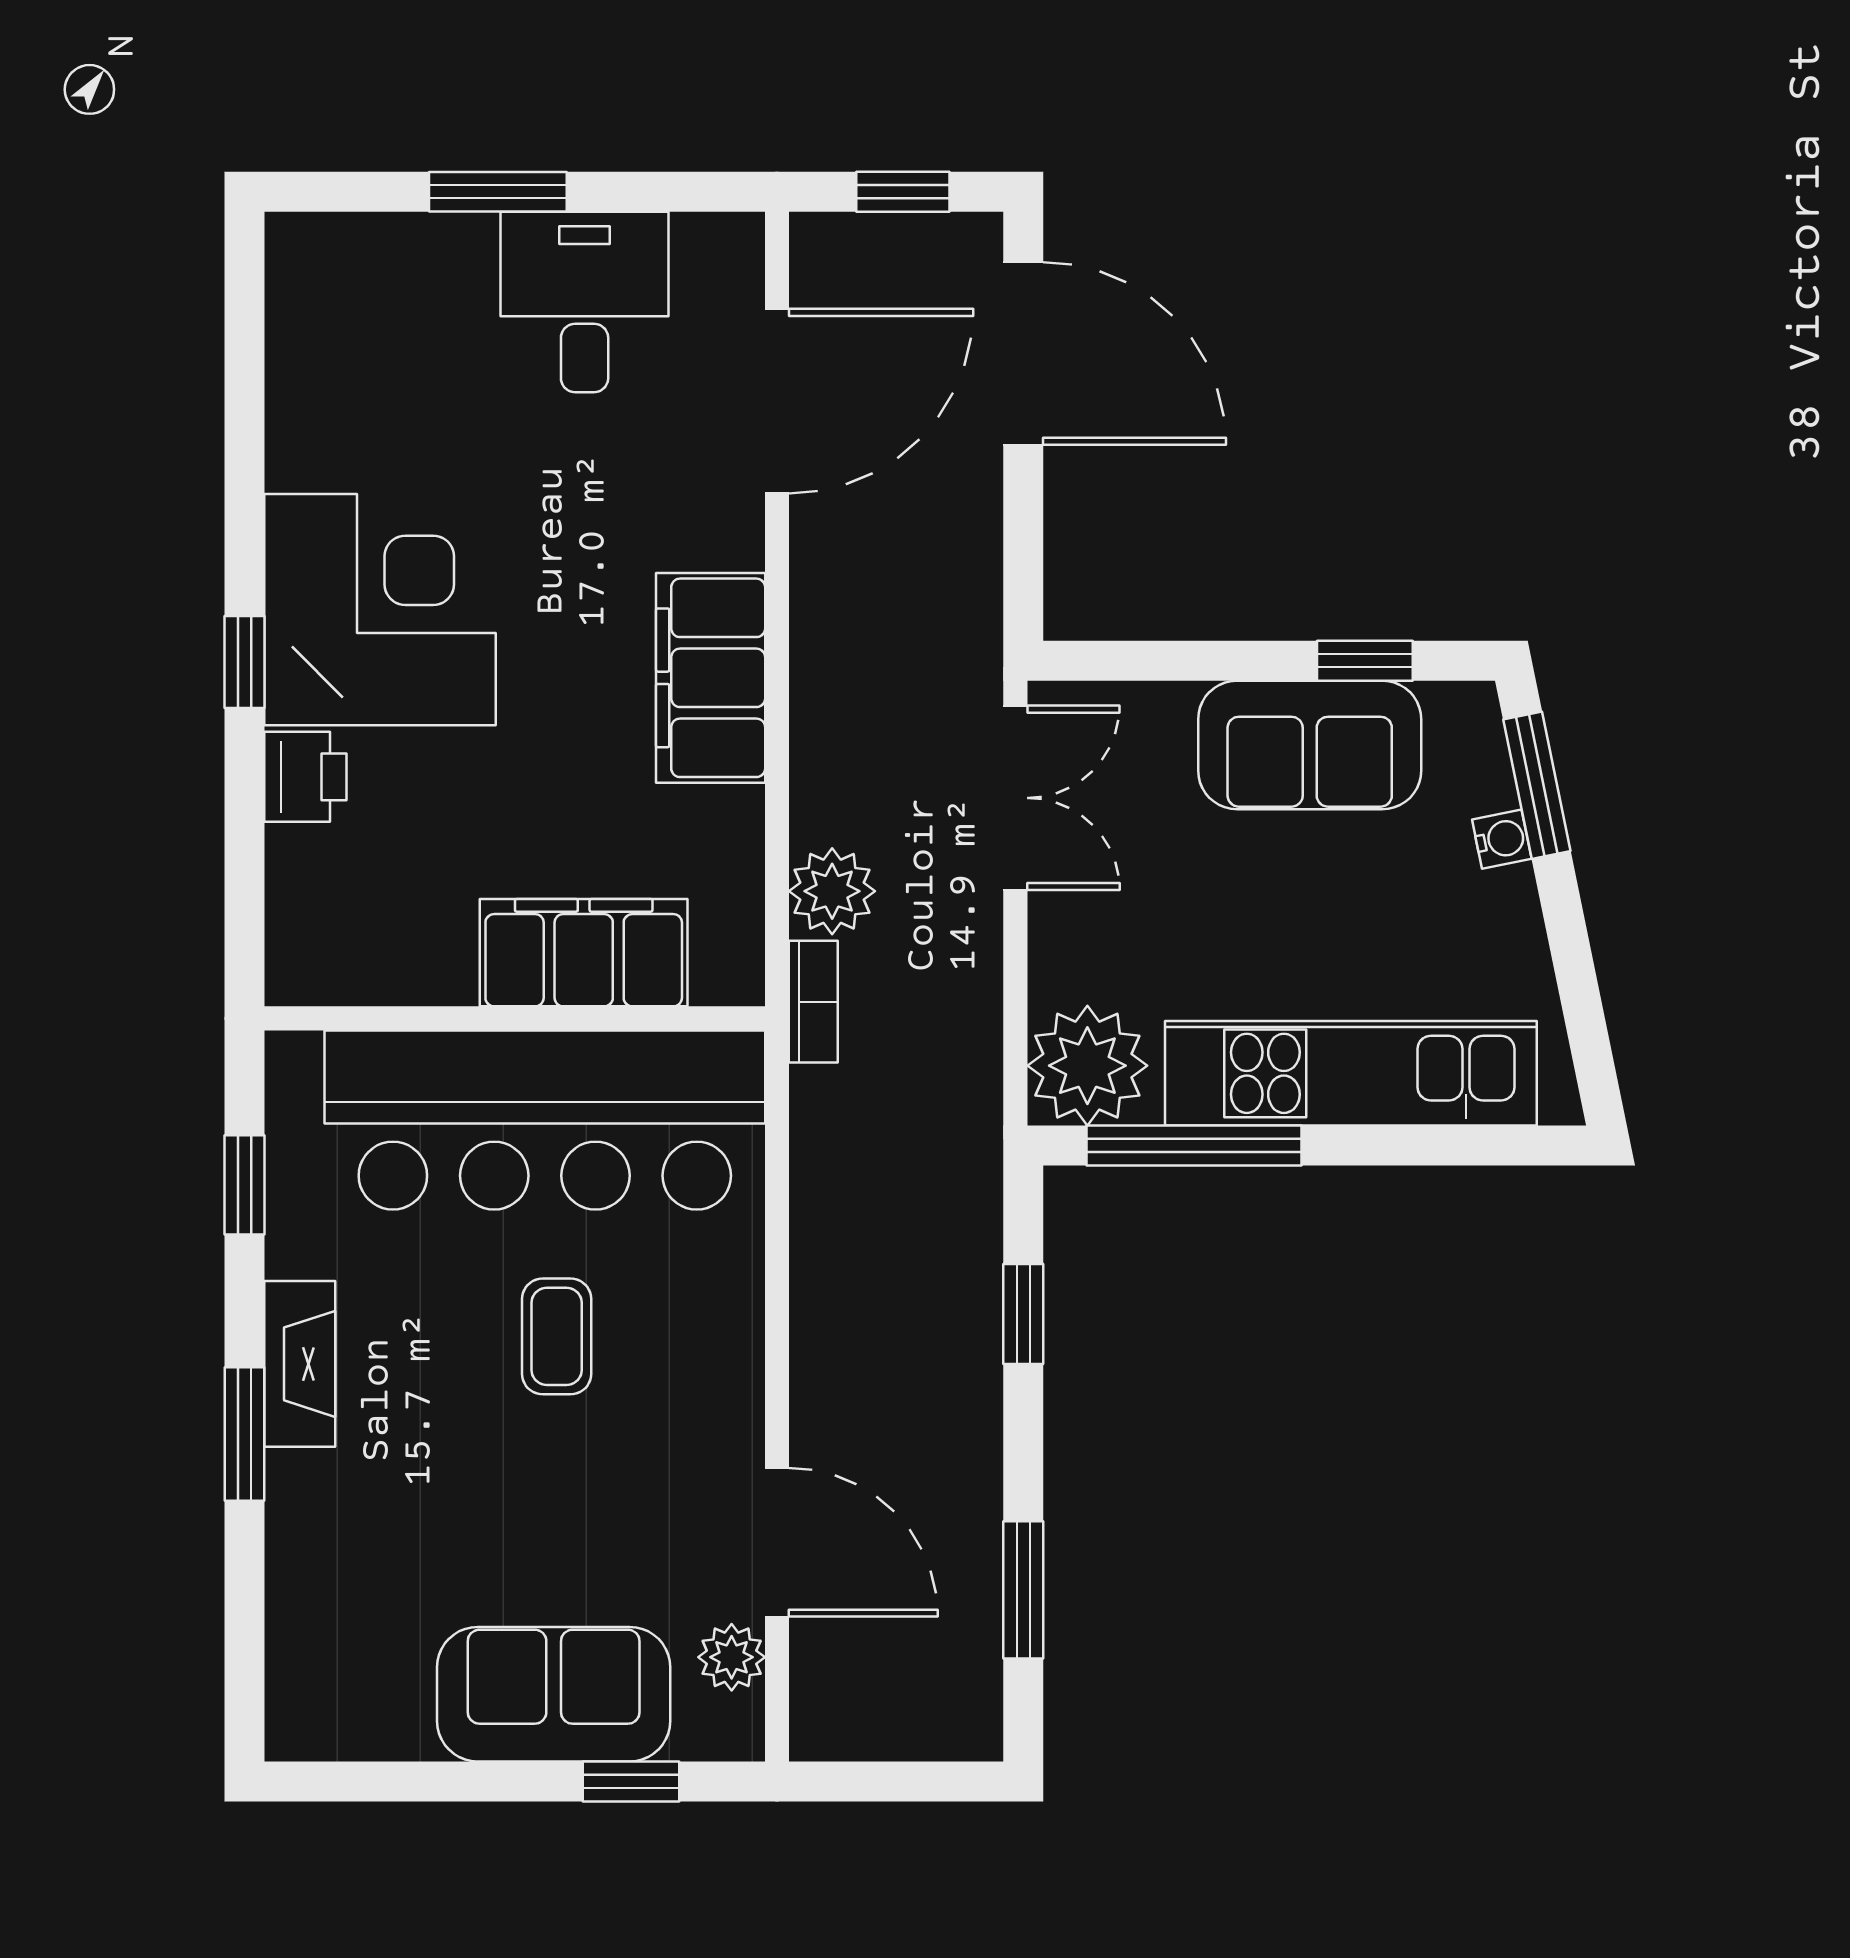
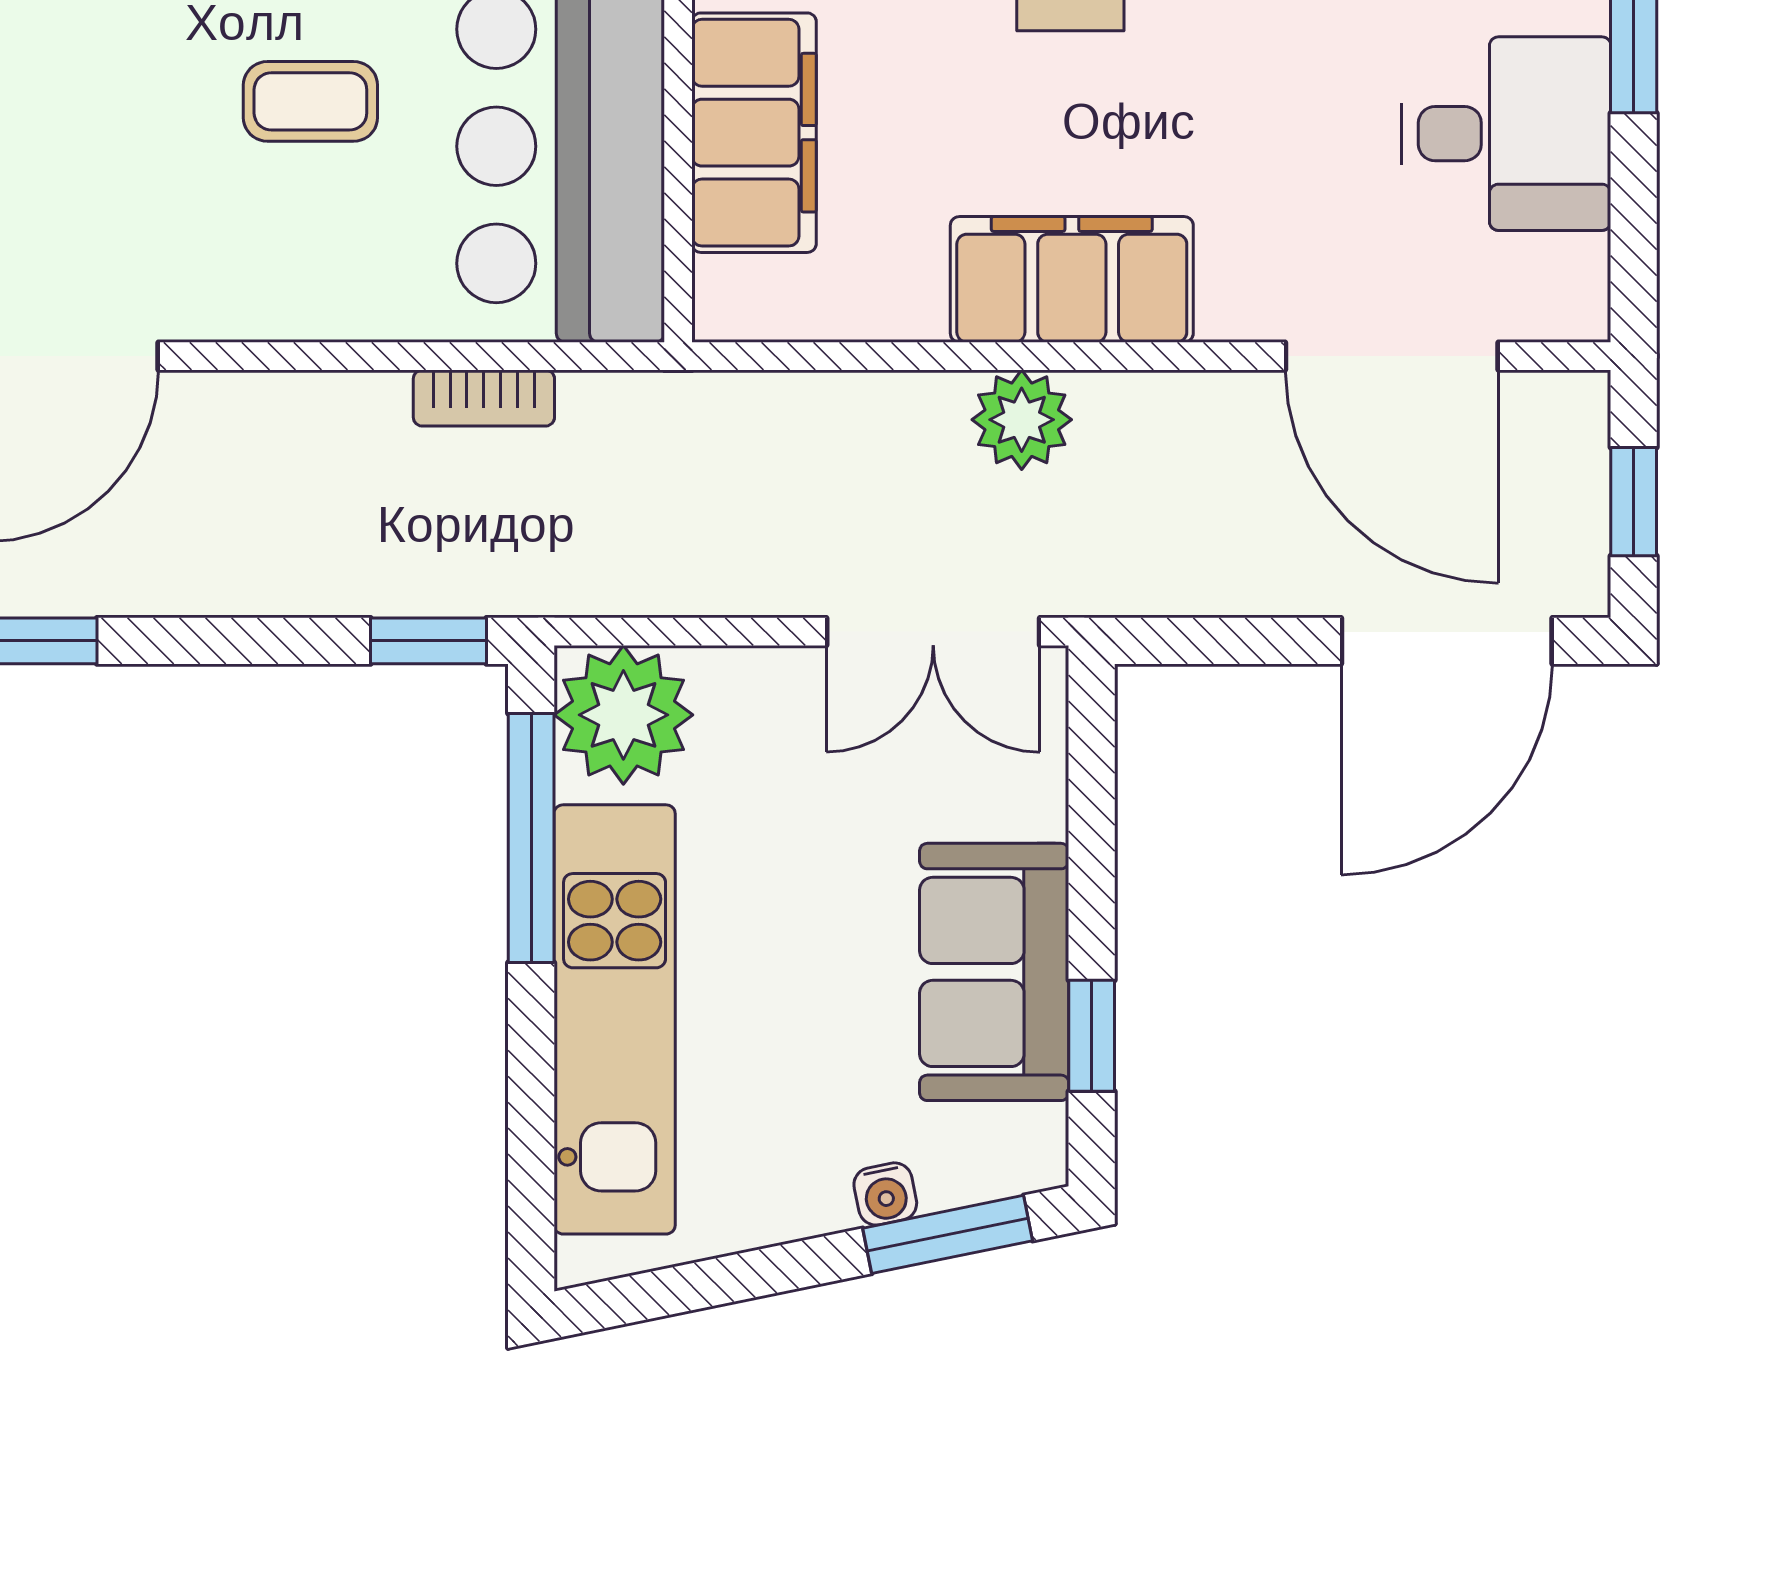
plant: (832, 891) -> (1022, 420), moved
bookcase: (813, 1002) -> (484, 398), moved
window: (1023, 1314) -> (428, 641), moved

